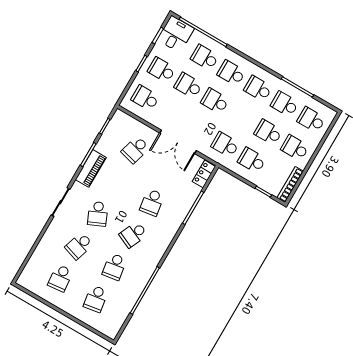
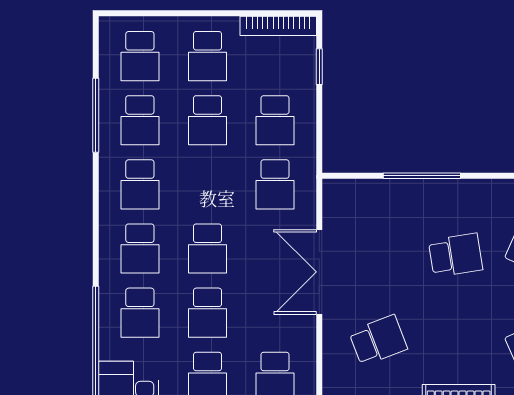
double door: (178, 142) -> (319, 272), swing flipped
school desk: (135, 150) -> (378, 340), turned -36
locker: (204, 174) -> (350, 192), removed

